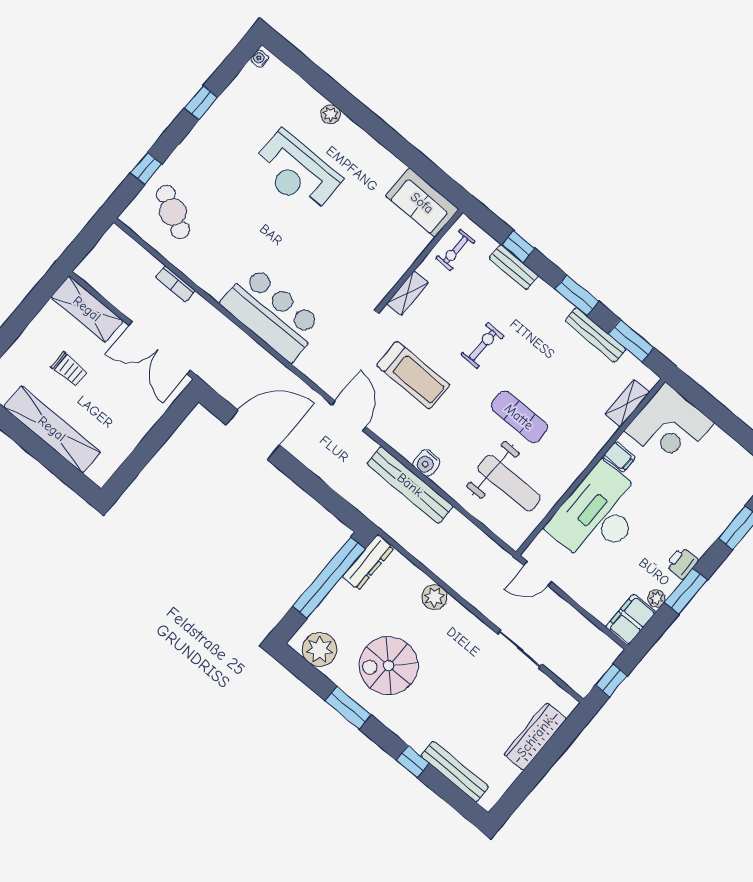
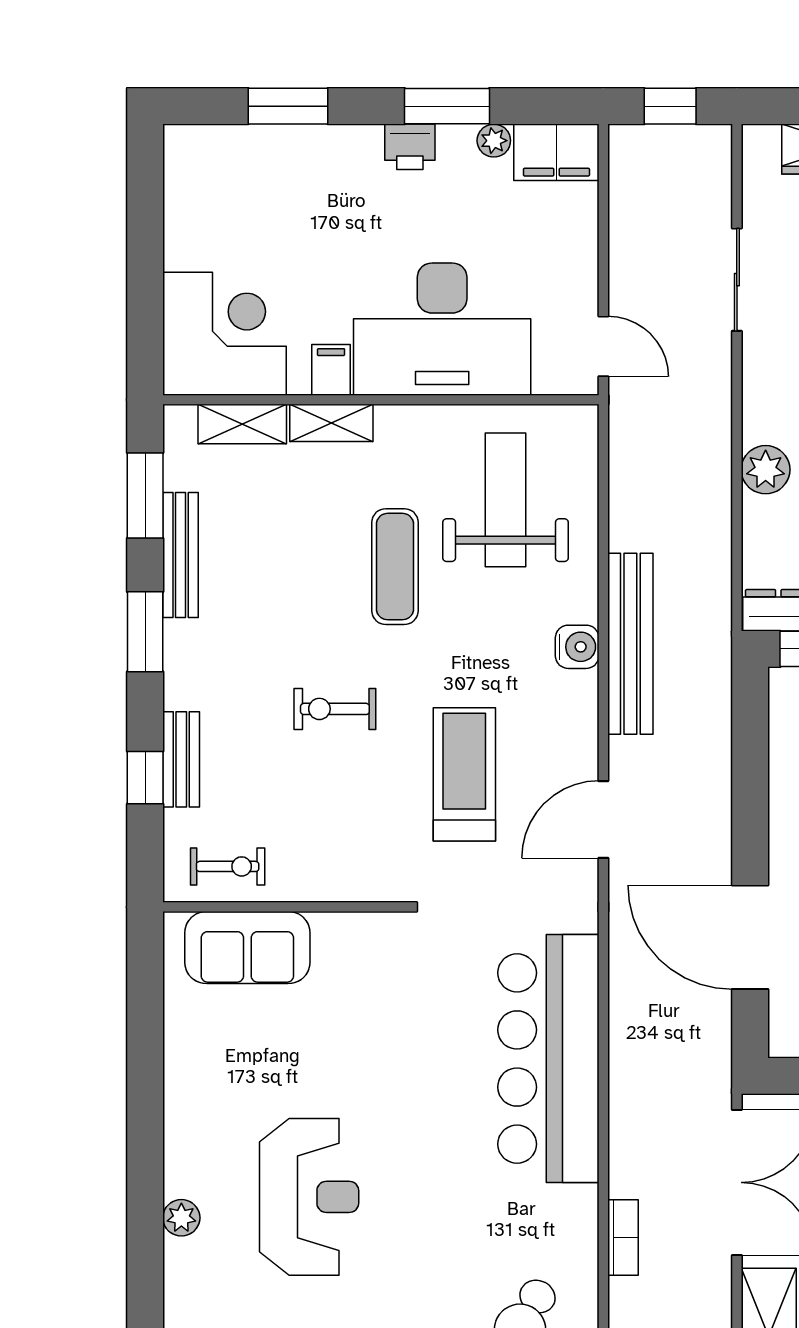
sofa: (422, 203) -> (247, 948), moved, turned 90
shelving: (408, 293) -> (331, 423), moved
bar counter: (272, 314) -> (548, 1059), width x1.36

